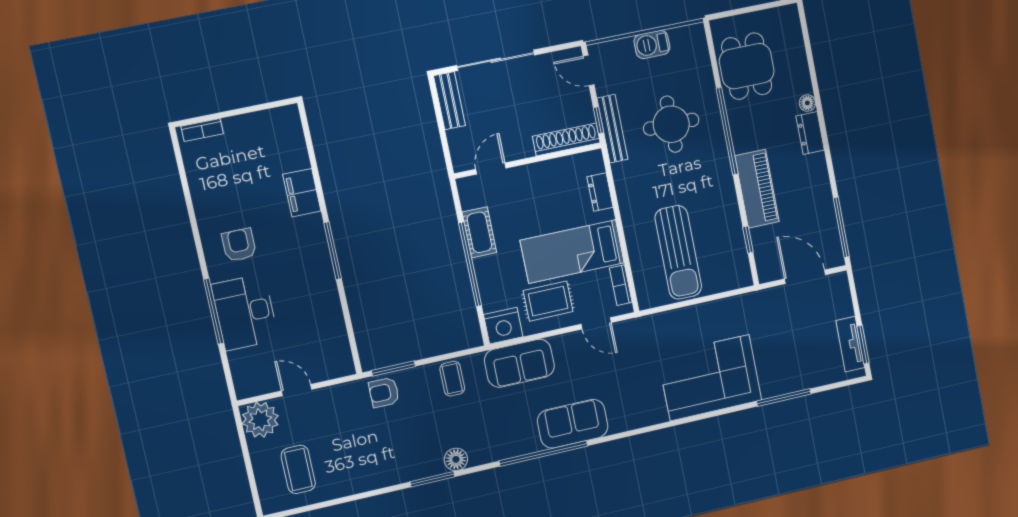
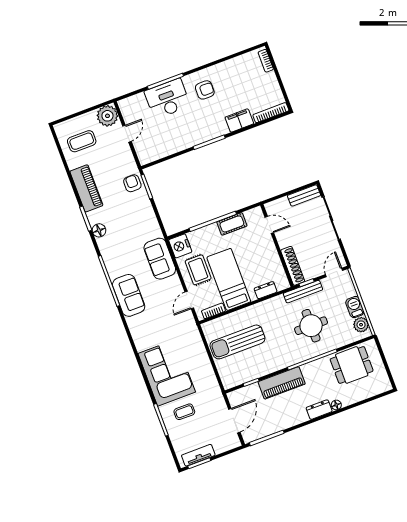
plant: (683, 39) -> (361, 325), added
bookcase: (296, 135) -> (271, 113), added
coffee table: (452, 379) -> (184, 412), moved
piano: (381, 472) -> (86, 188), added

